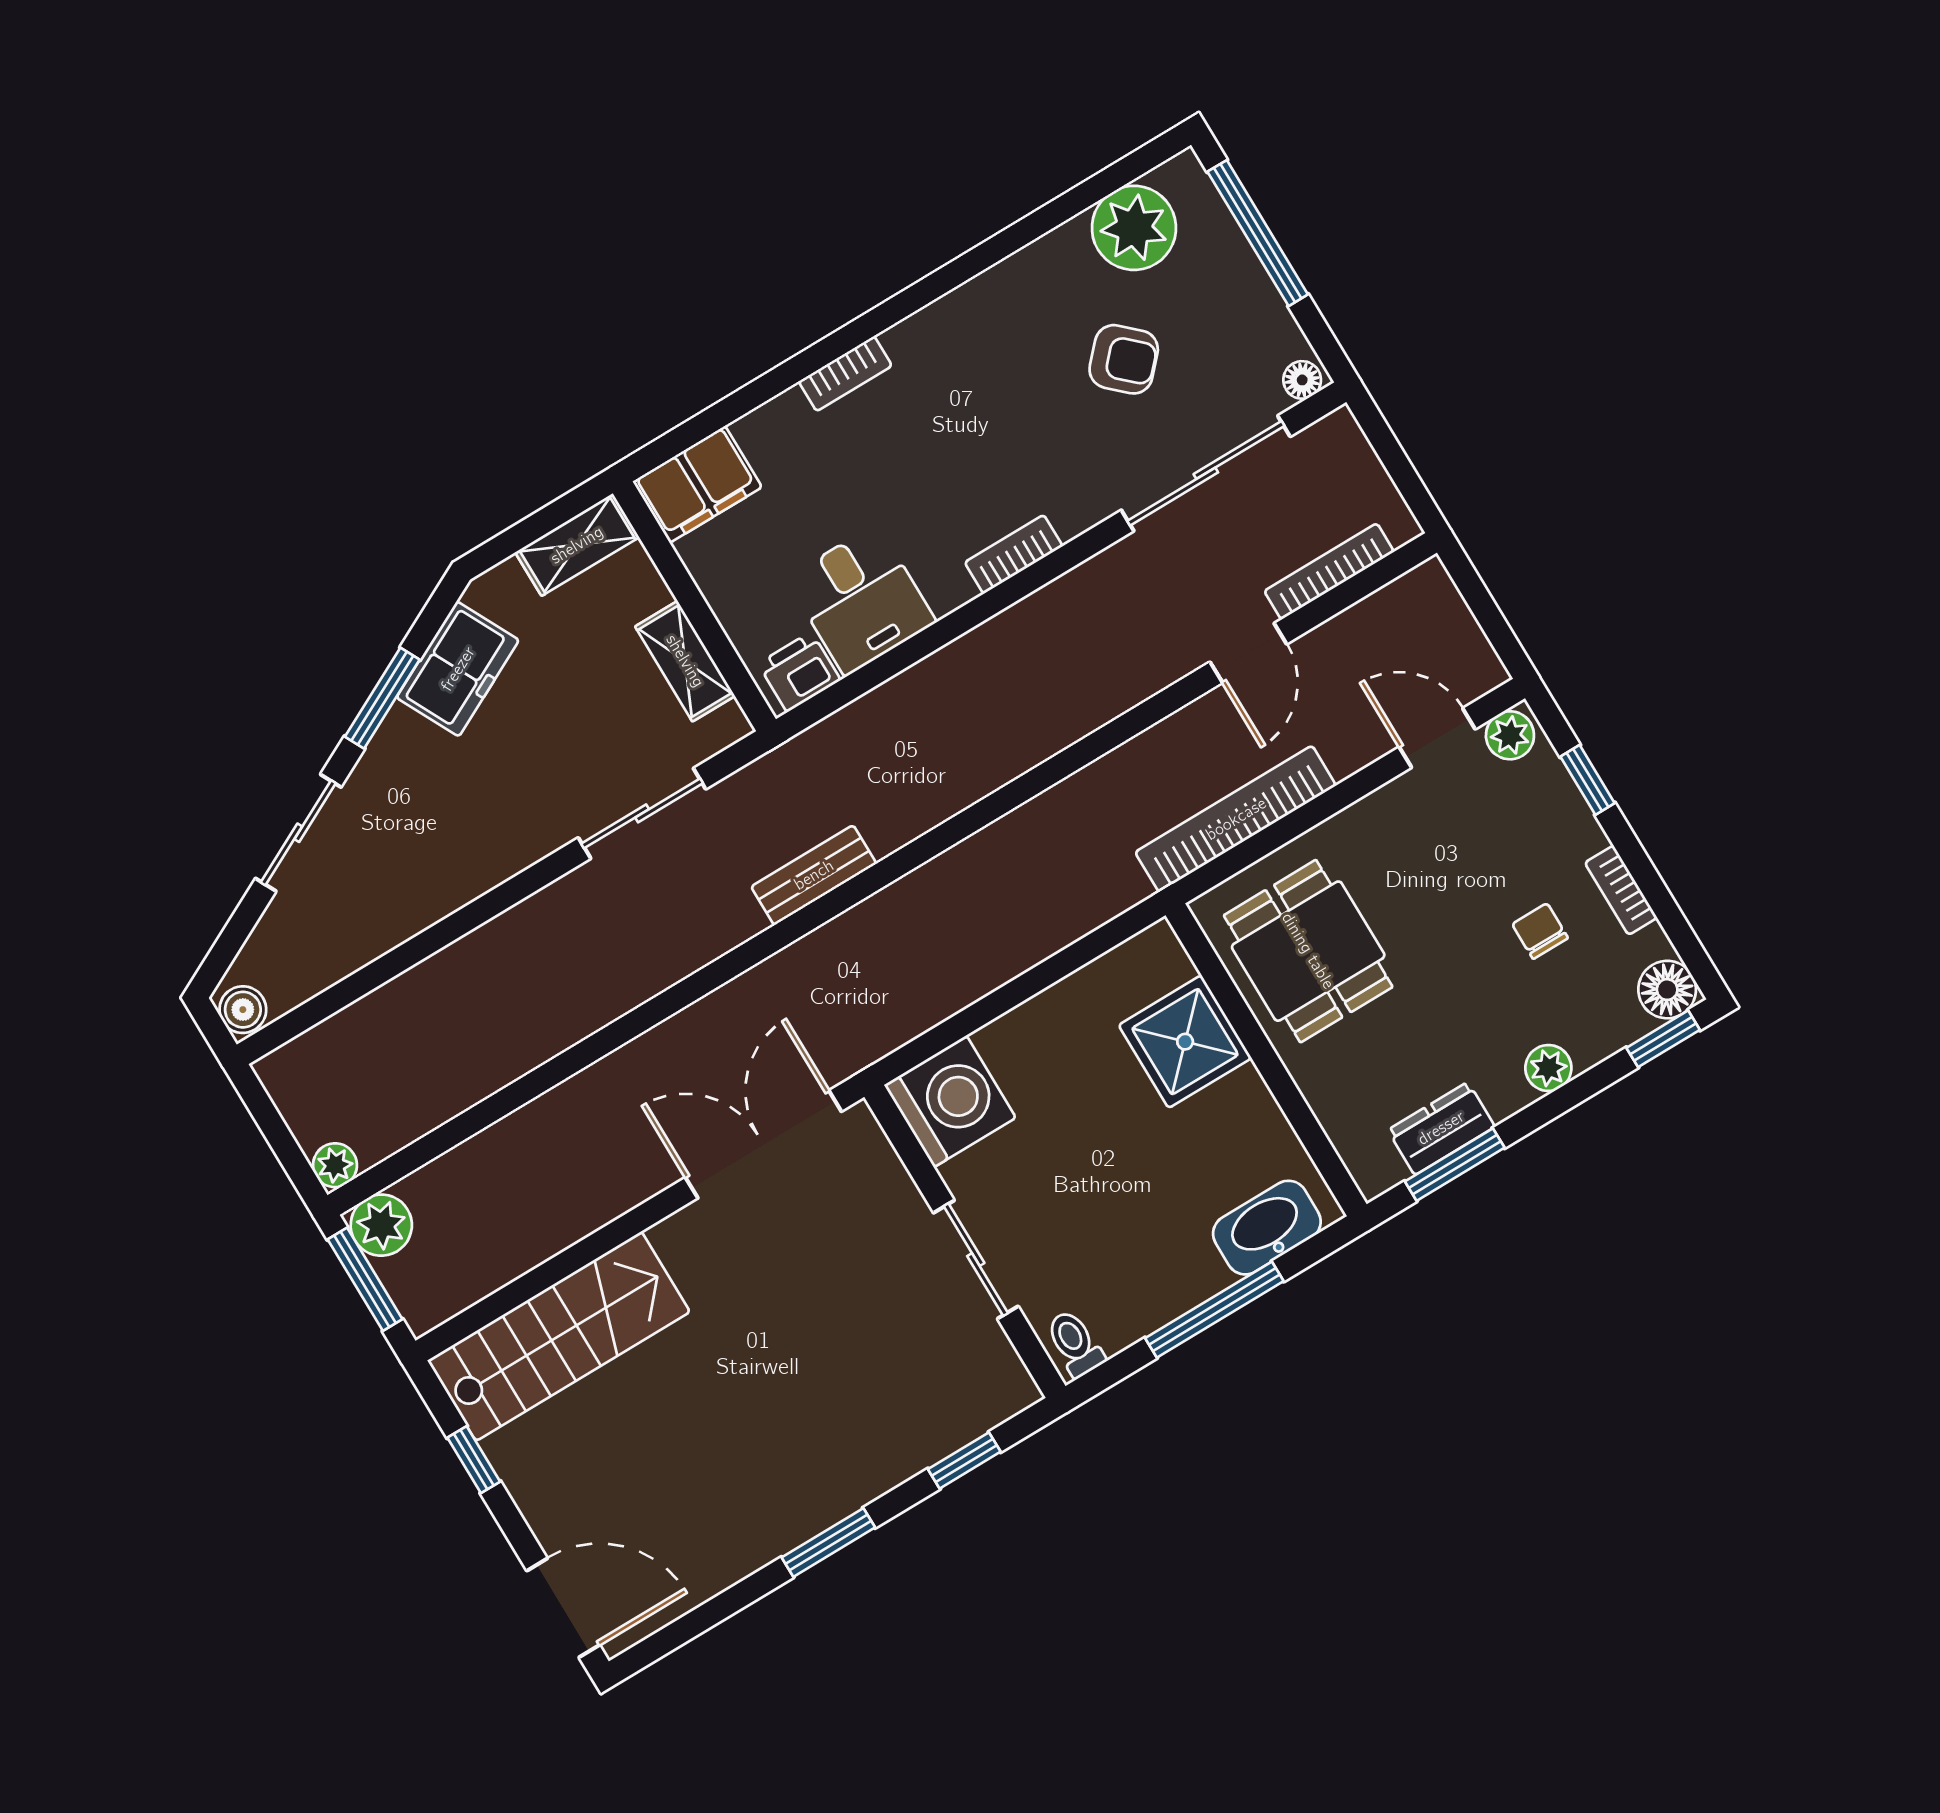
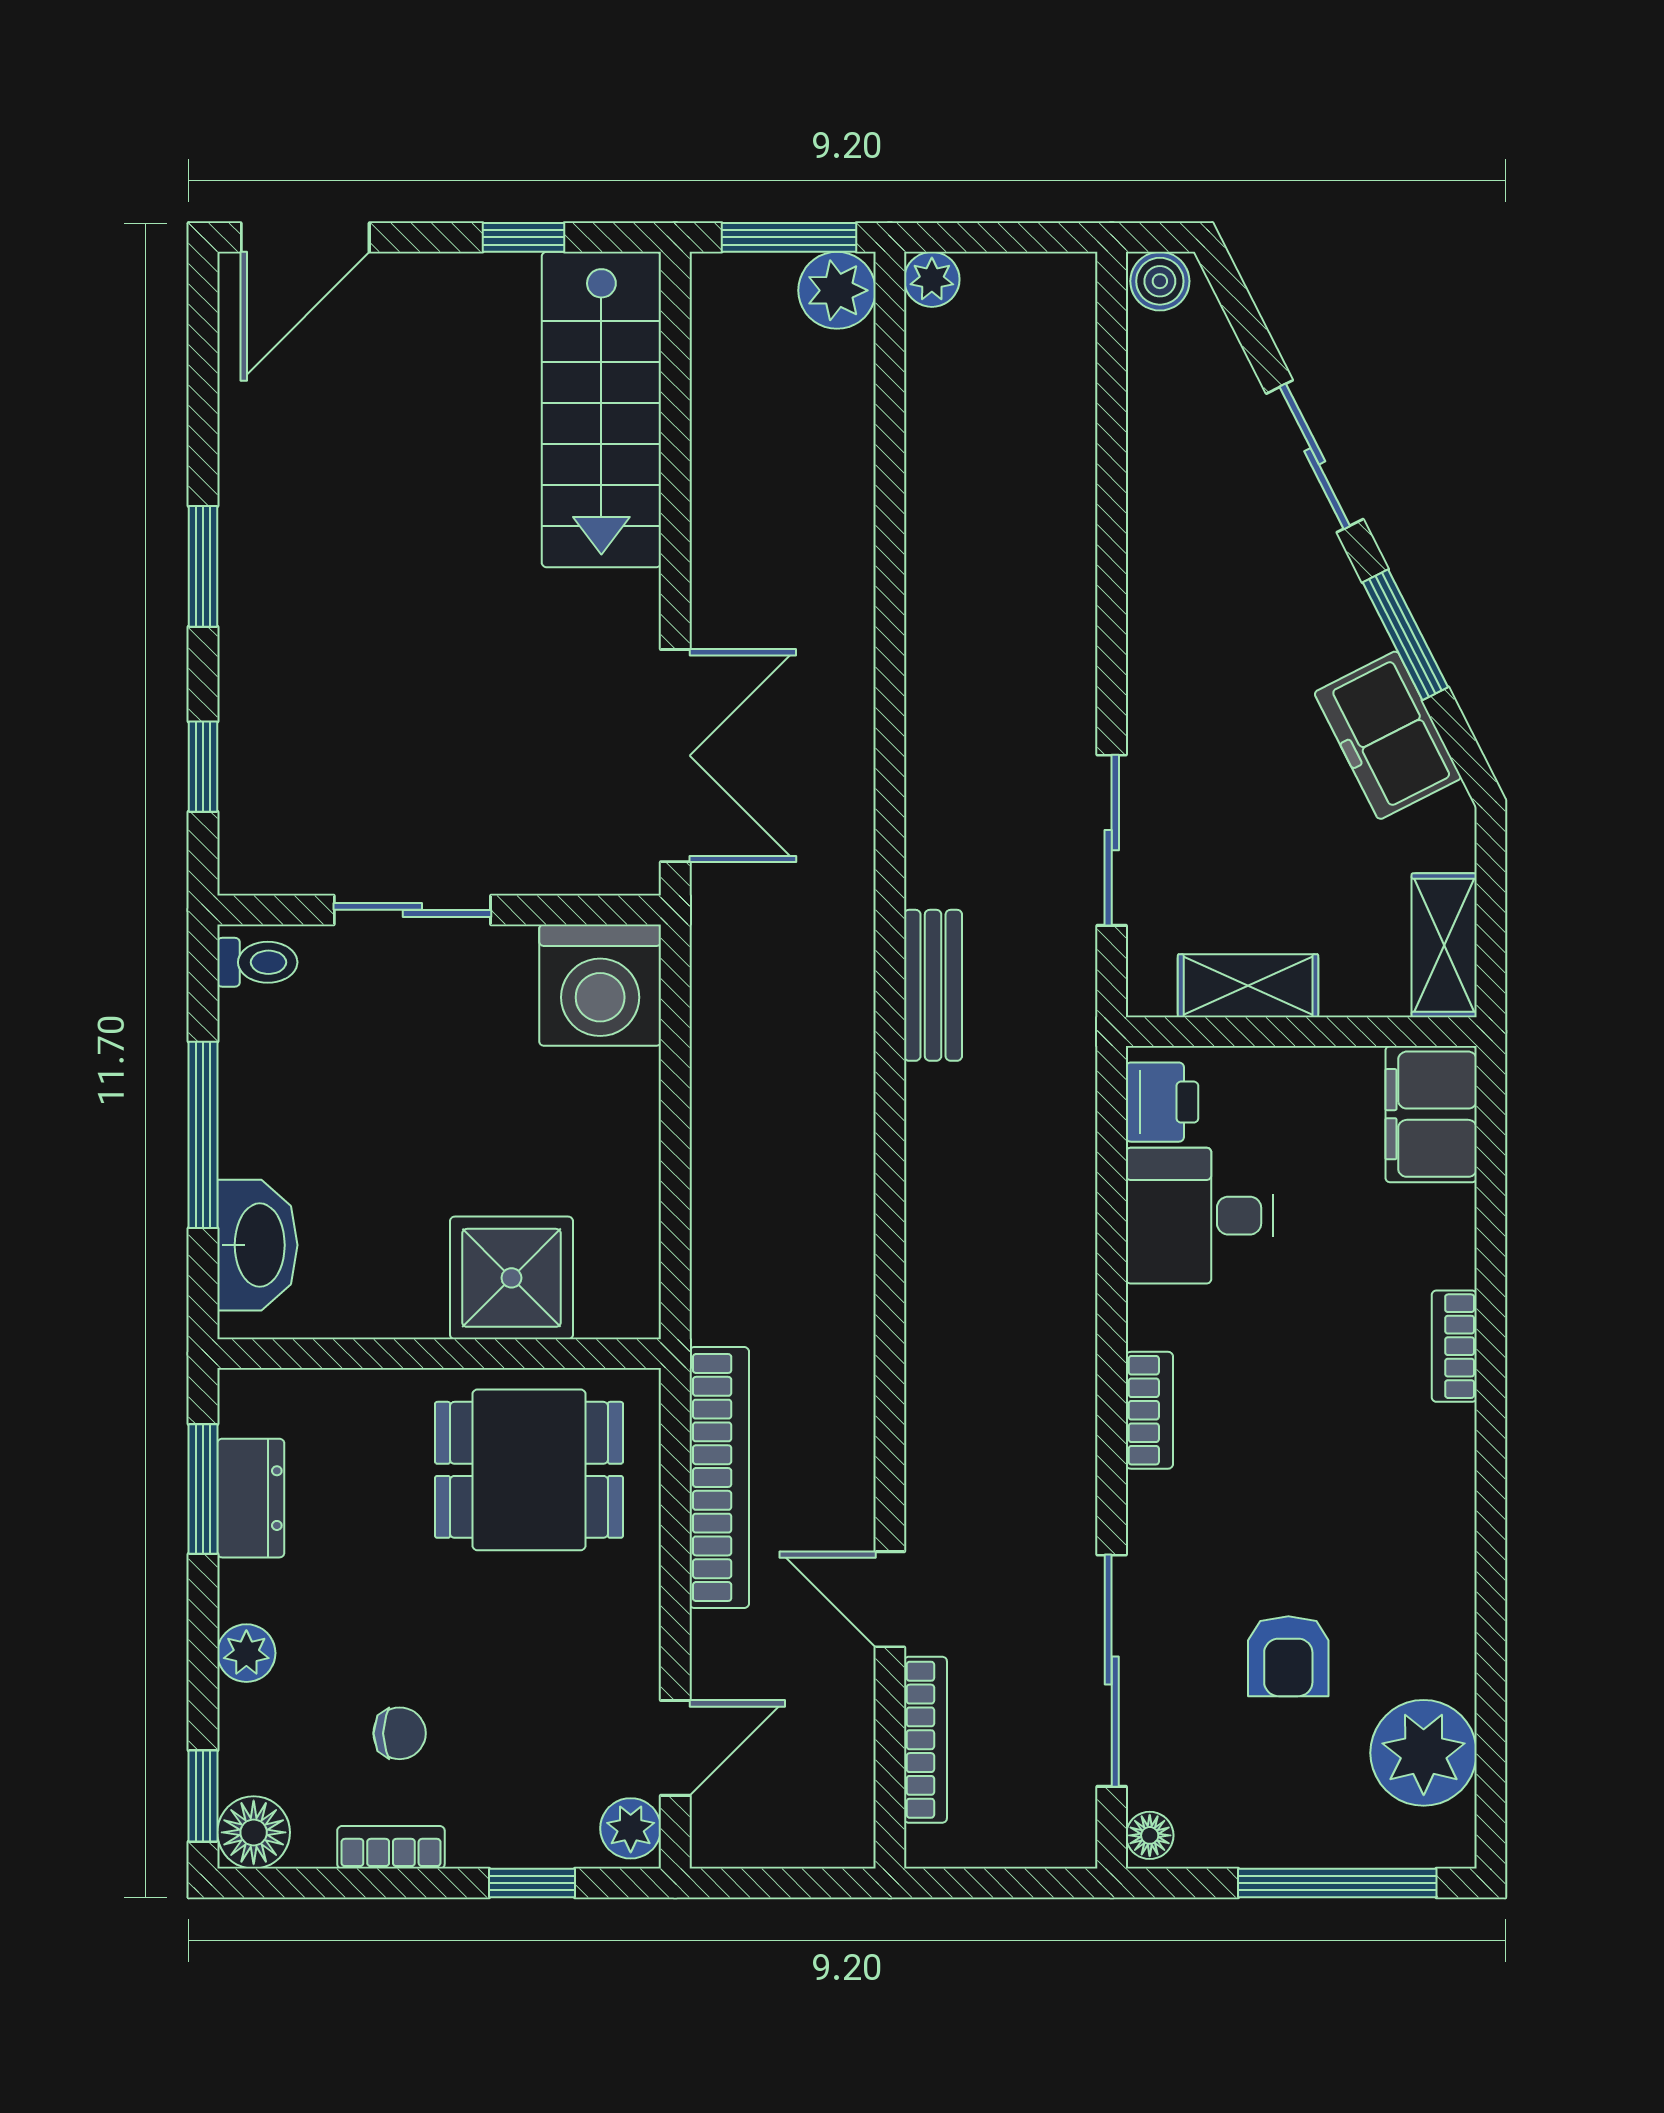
armchair: (1124, 359) -> (1288, 1656), turned -43

